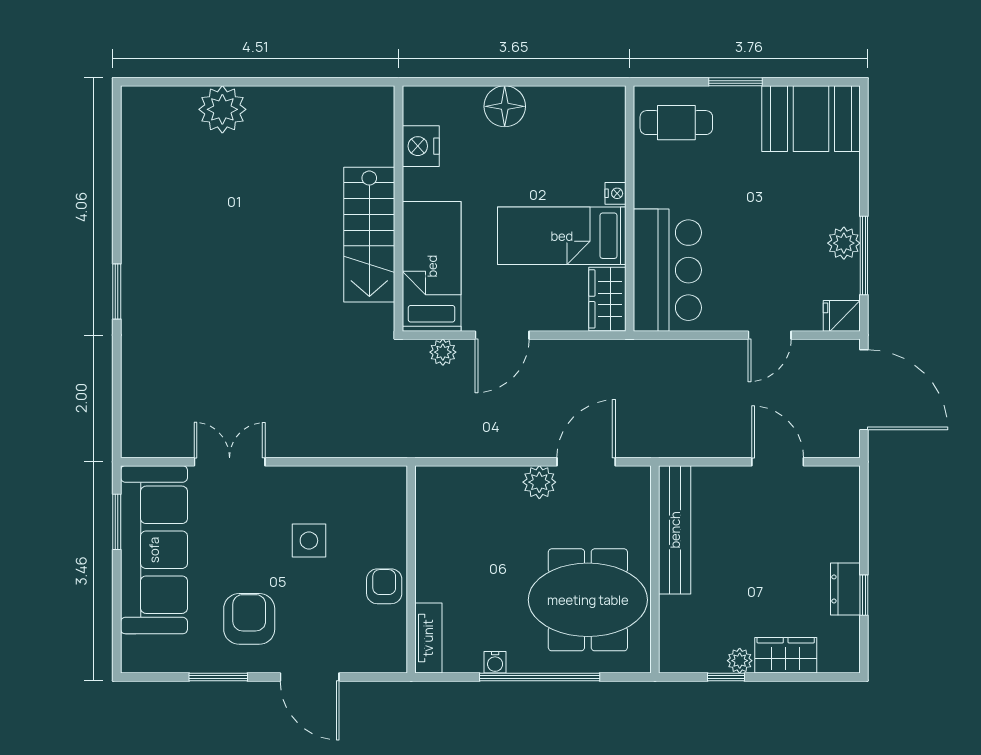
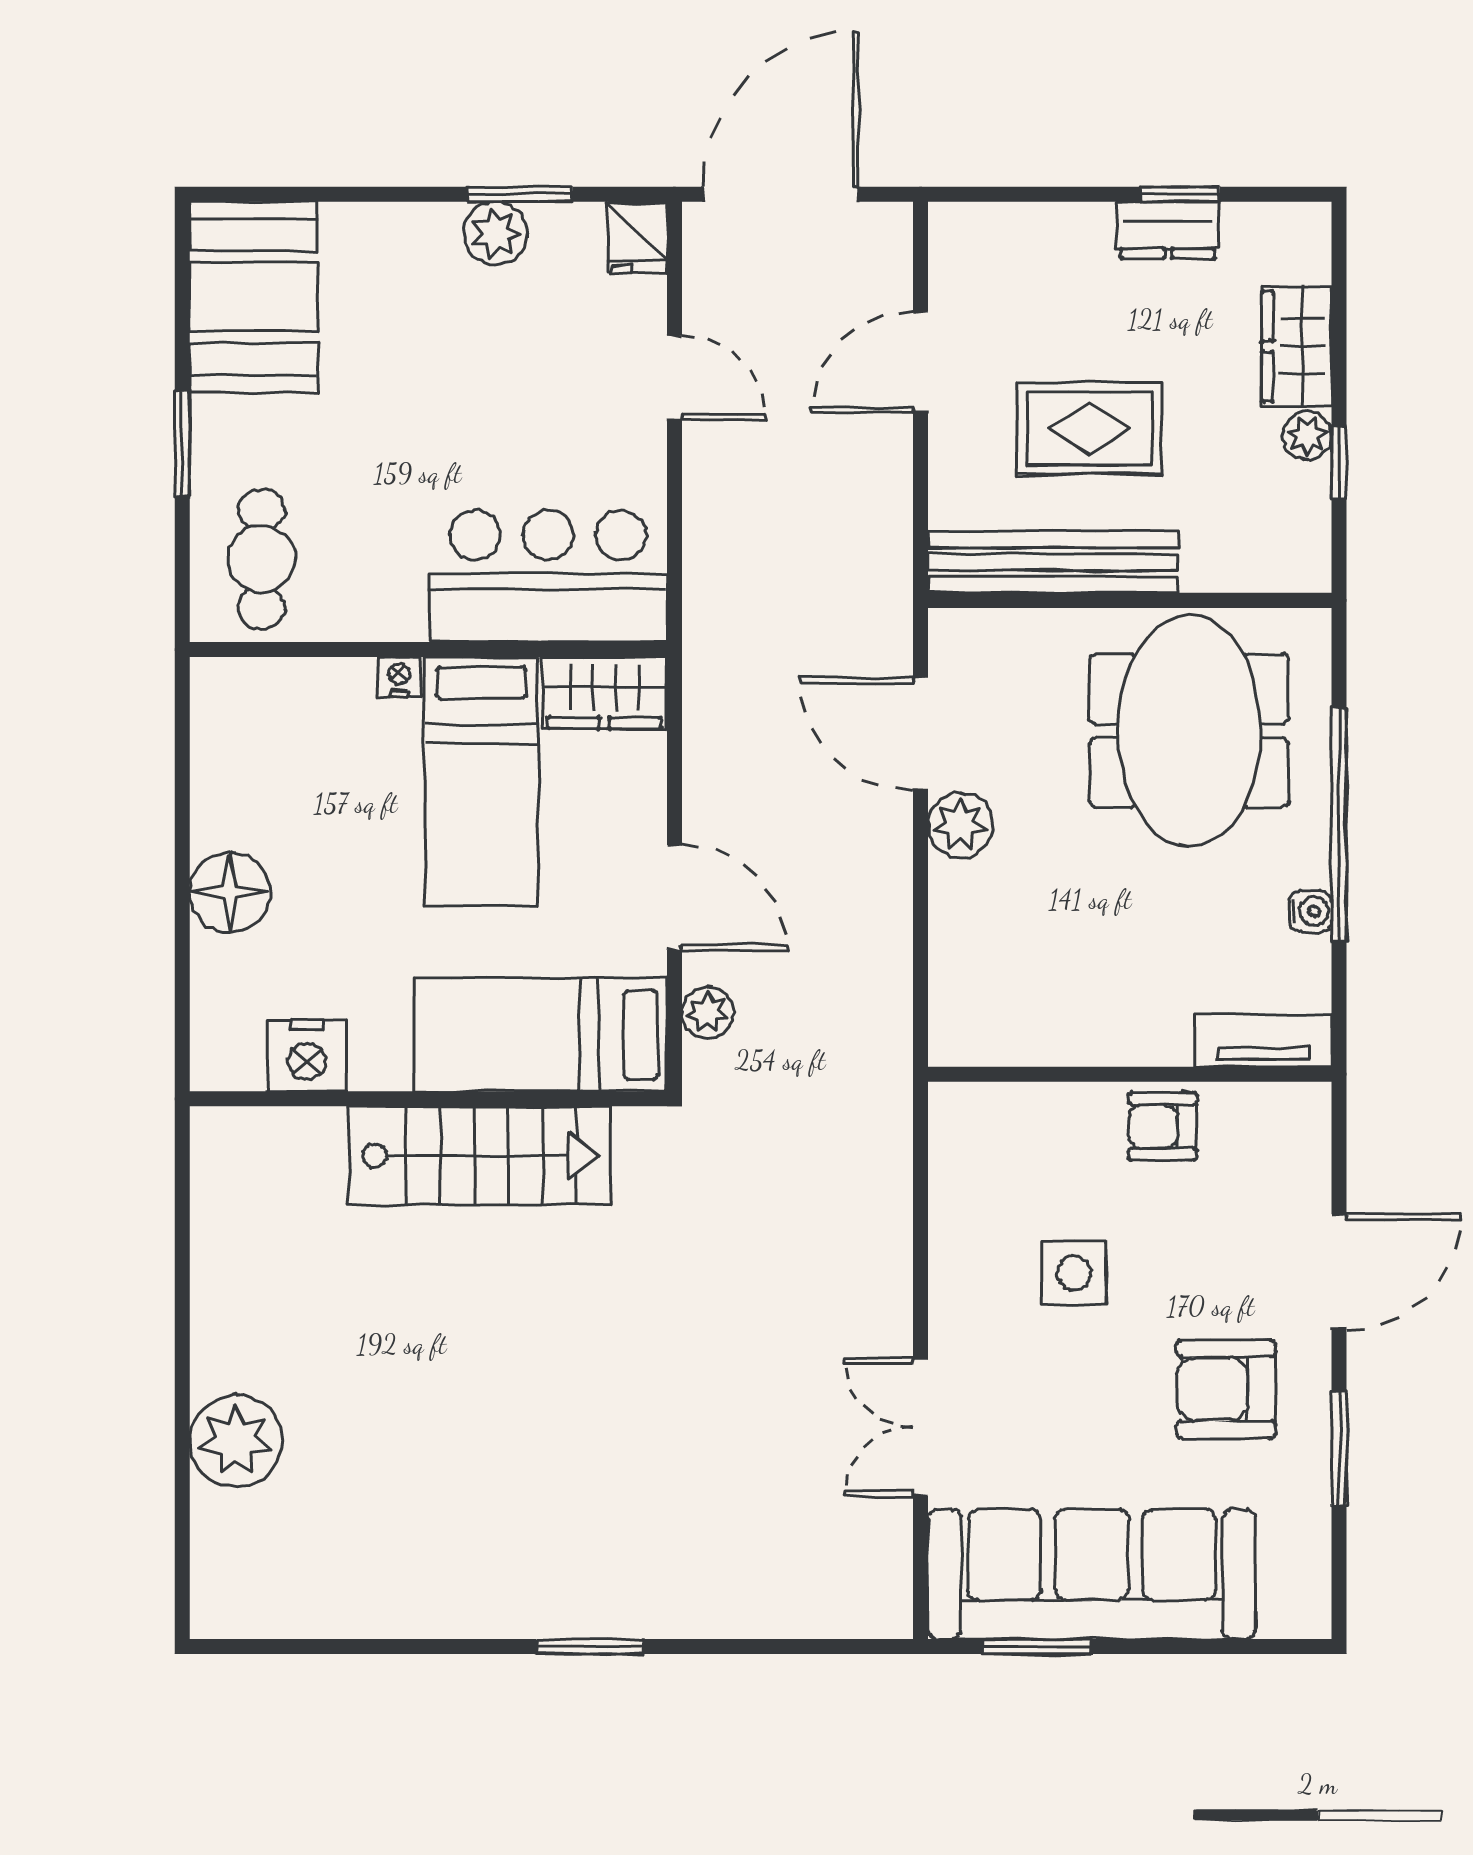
window: (864, 255) -> (520, 194), width x0.69
rug: (743, 549) -> (1089, 428), added

